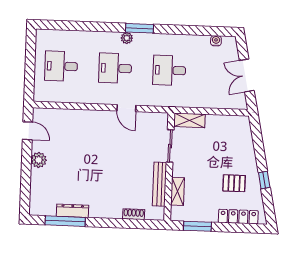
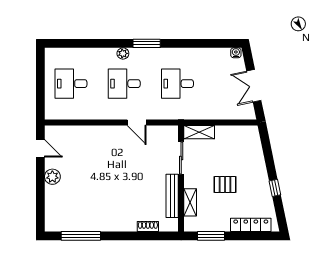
plant: (127, 38) -> (123, 53), moved
water cooler: (216, 41) -> (236, 53), moved
pallet: (234, 183) -> (225, 184), moved
dresser: (73, 211) -> (88, 225), removed

